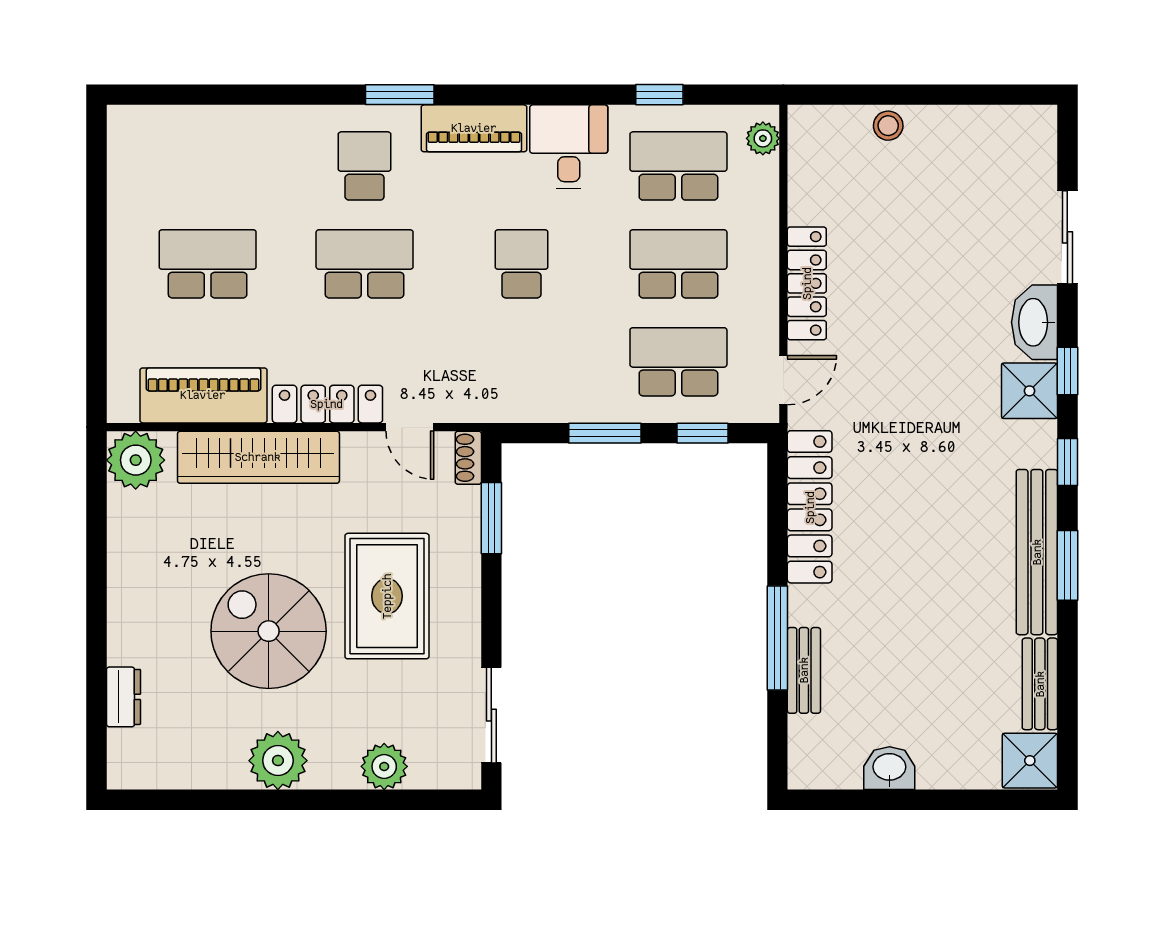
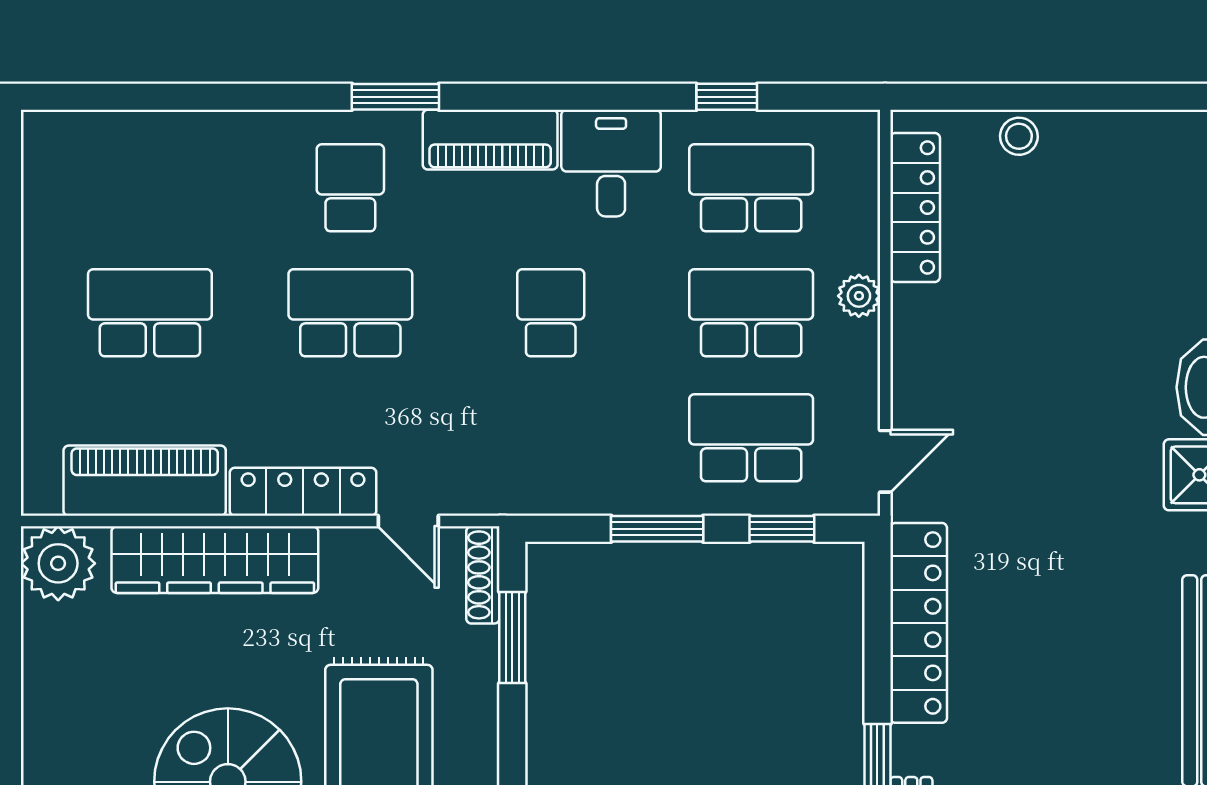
plant: (763, 138) -> (859, 296), moved
locker: (807, 283) -> (915, 207), moved
shoe rack: (468, 458) -> (483, 575), width x1.43

